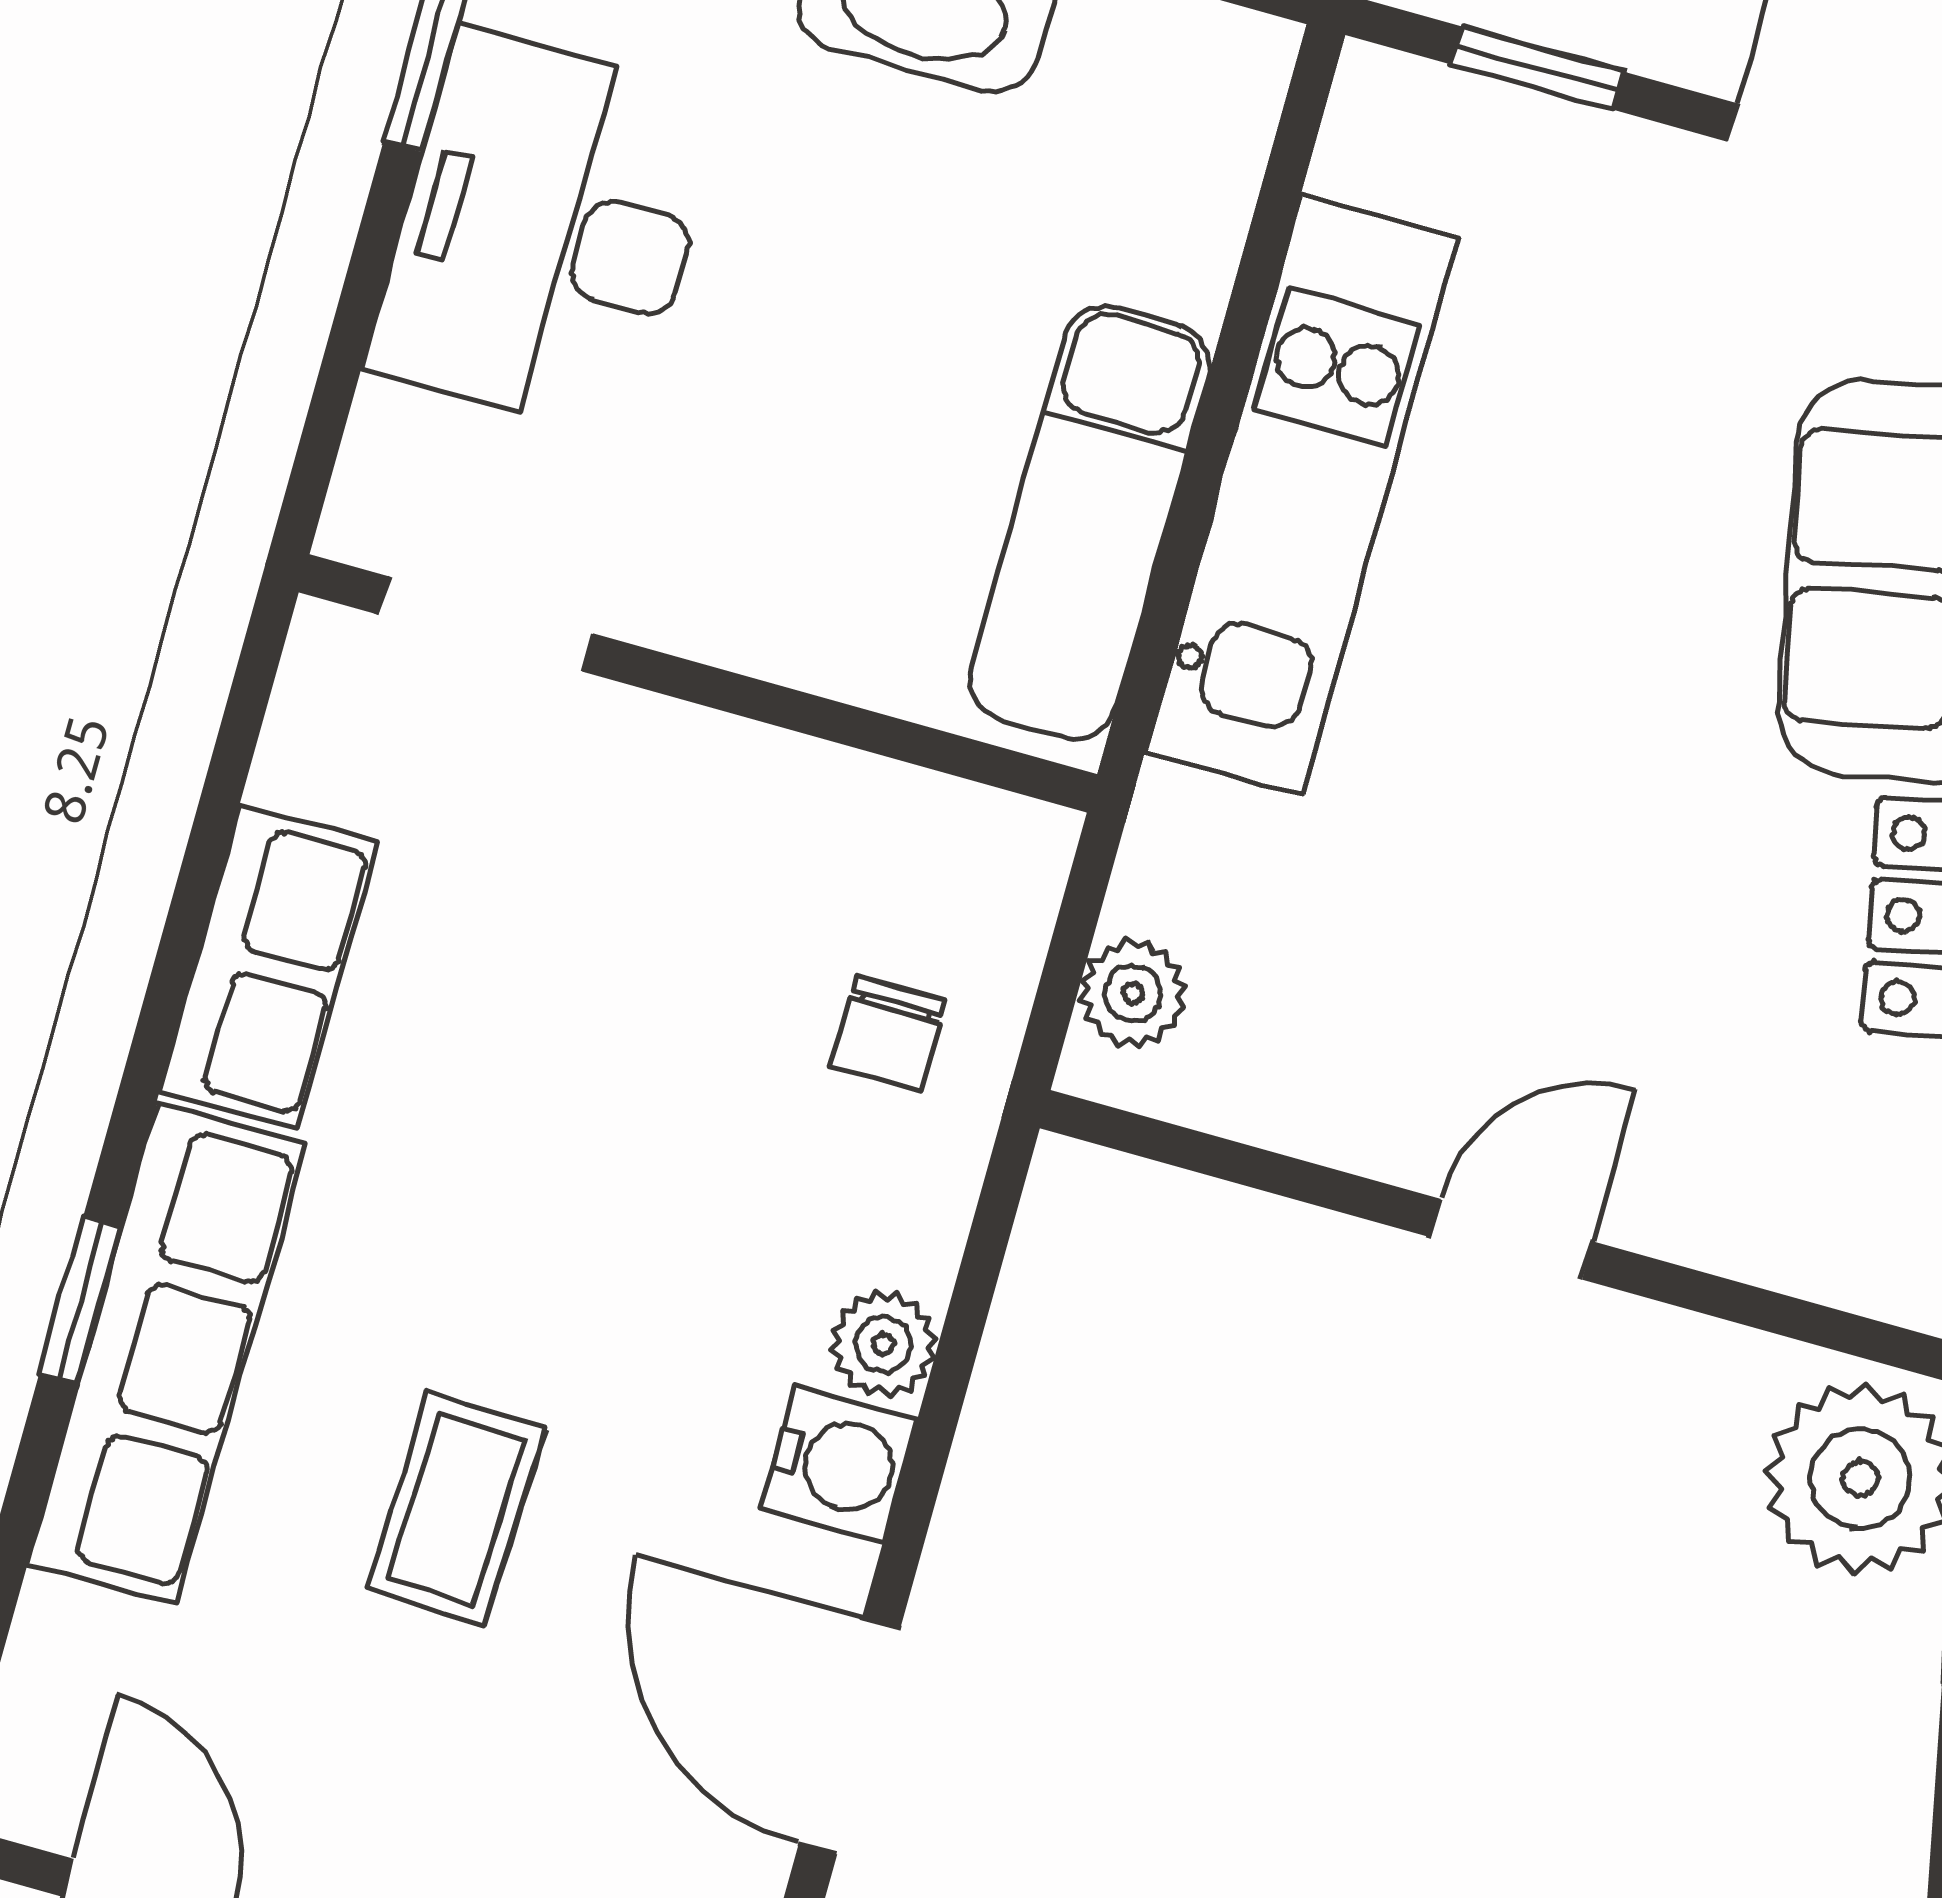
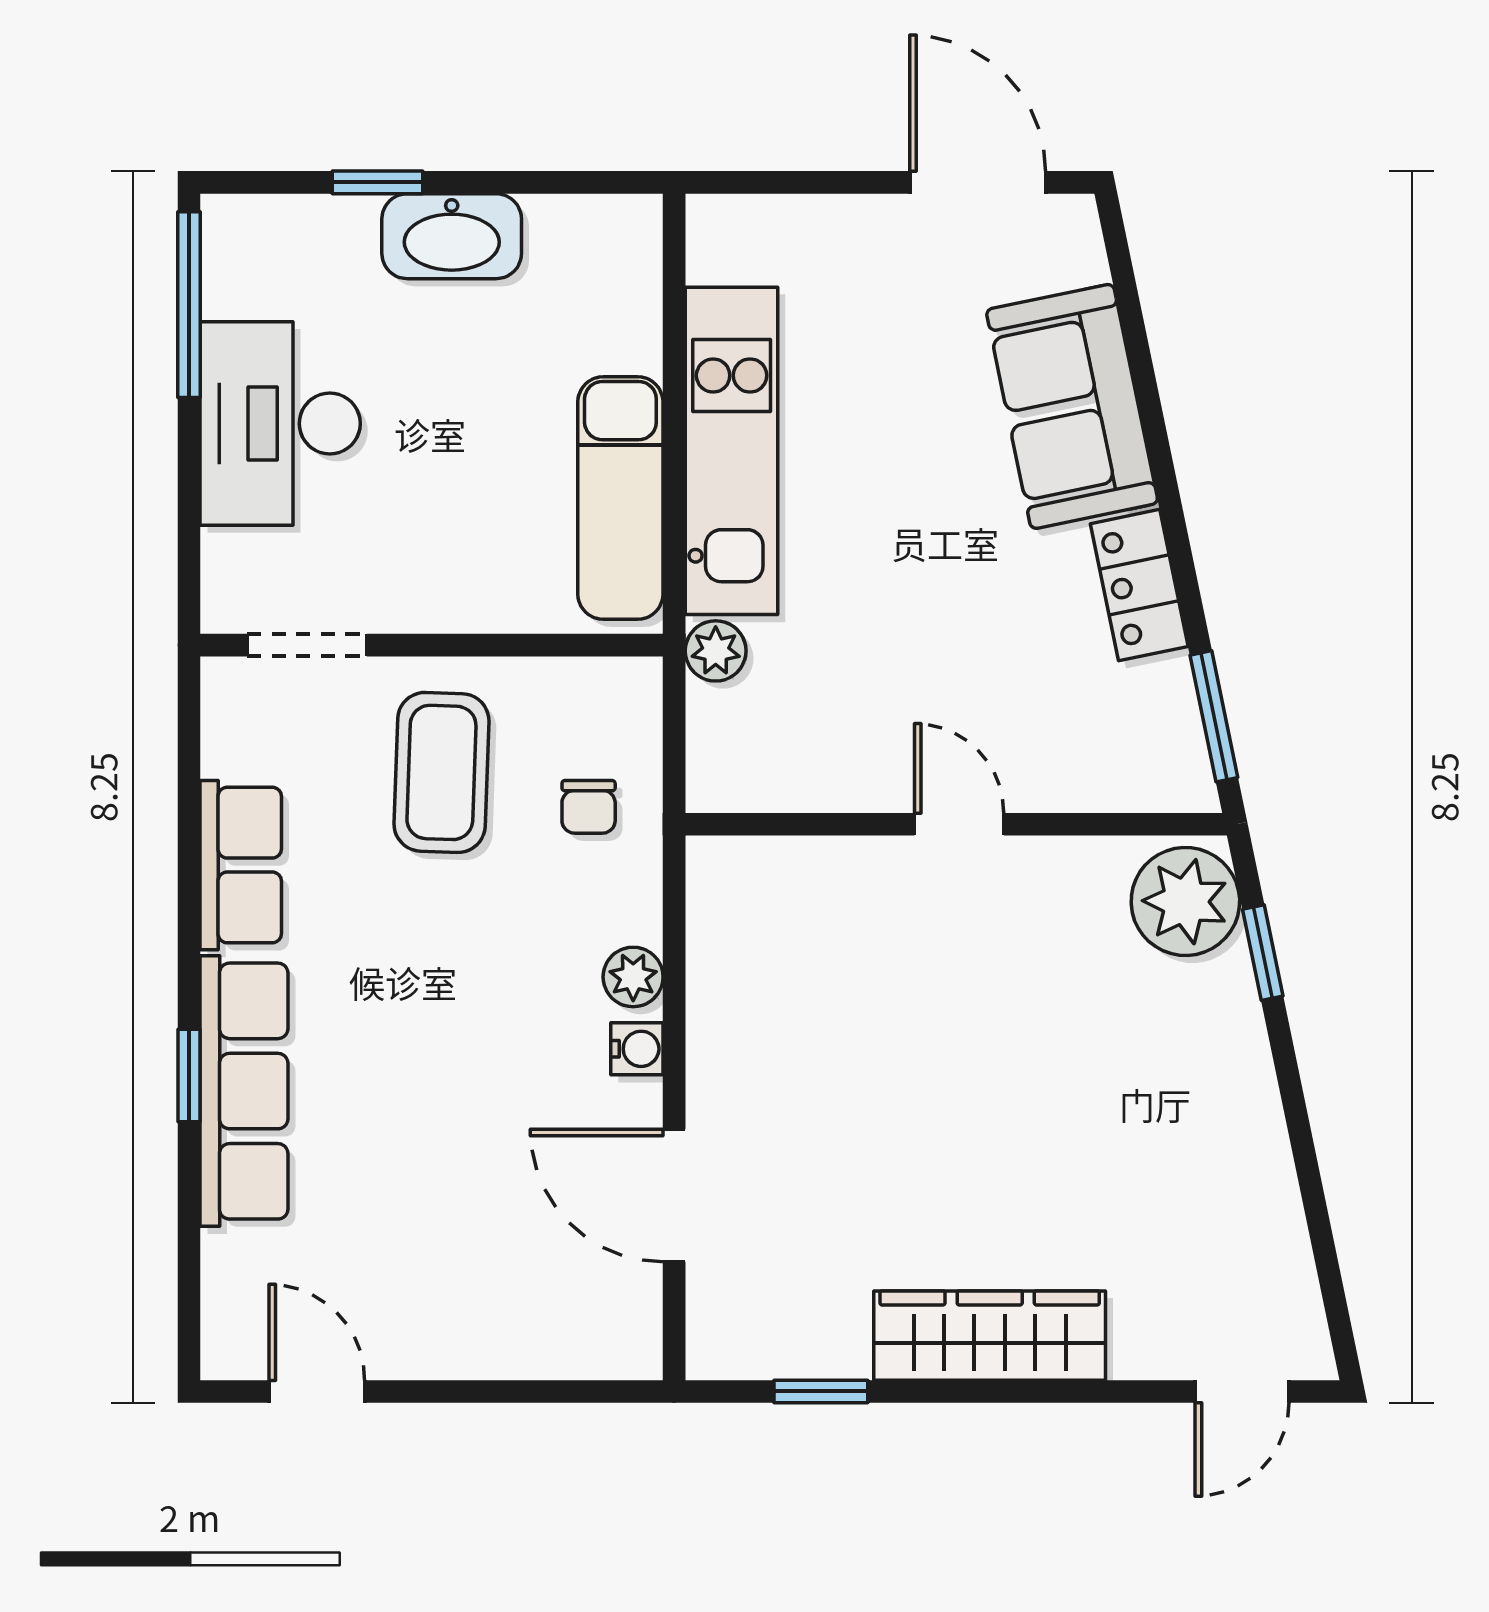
window: (1538, 68) -> (796, 182), removed
plant: (1133, 994) -> (716, 651), moved
door: (1511, 1239) -> (959, 824), hinge flipped
water cooler: (839, 1464) -> (637, 1049), width x0.72, depth x0.72
coffee table: (456, 1509) -> (441, 772), moved, width x1.36, depth x1.30

